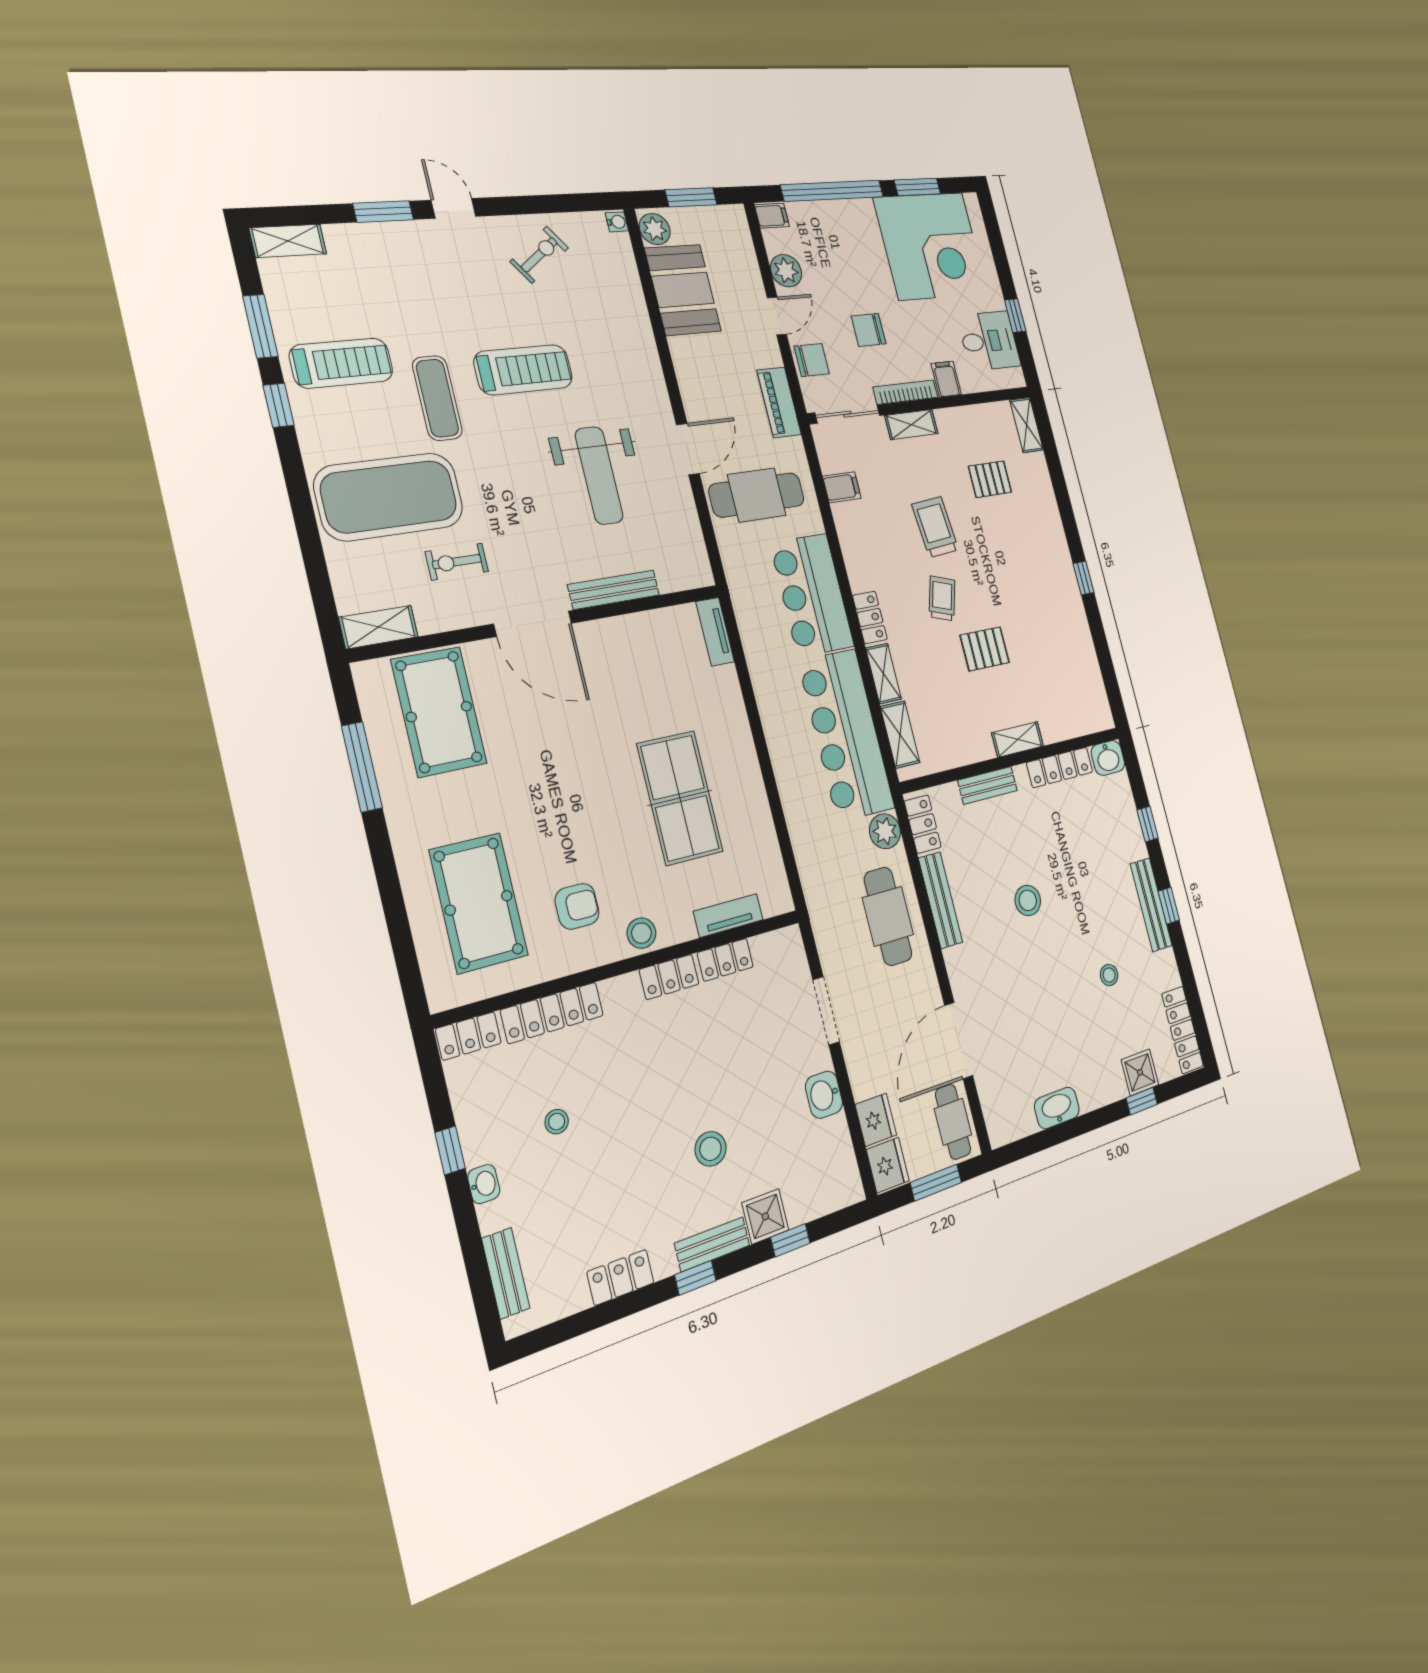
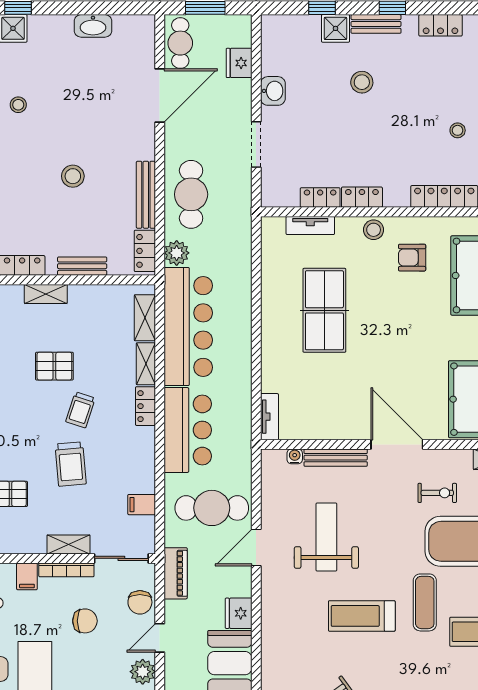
chair: (812, 360) -> (140, 602), turned -90
water cooler: (669, 582) -> (295, 456), added
fridge: (888, 1165) -> (239, 613), moved

